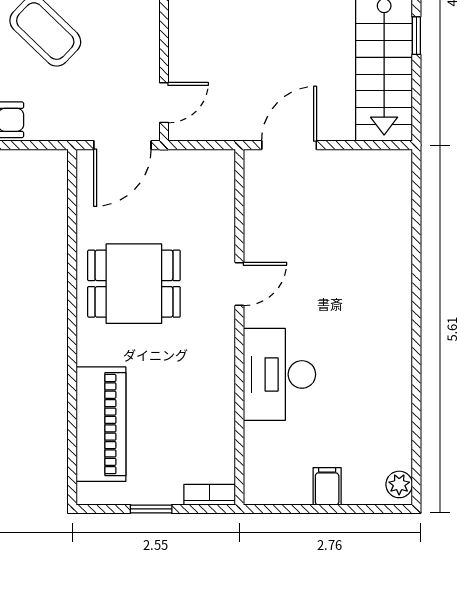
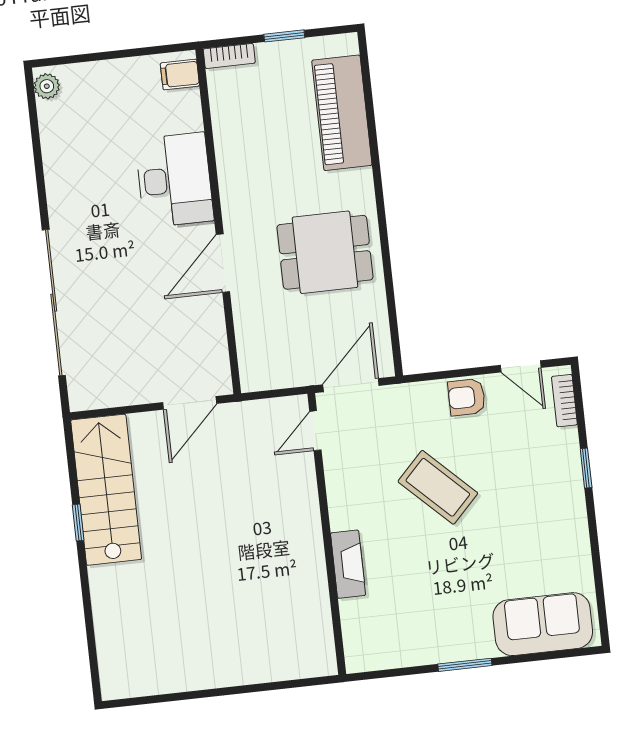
sliding door: (416, 263) -> (54, 303), added
door: (239, 284) -> (223, 263), width x1.38
filing cabinet: (327, 486) -> (180, 74), moved, turned 90

